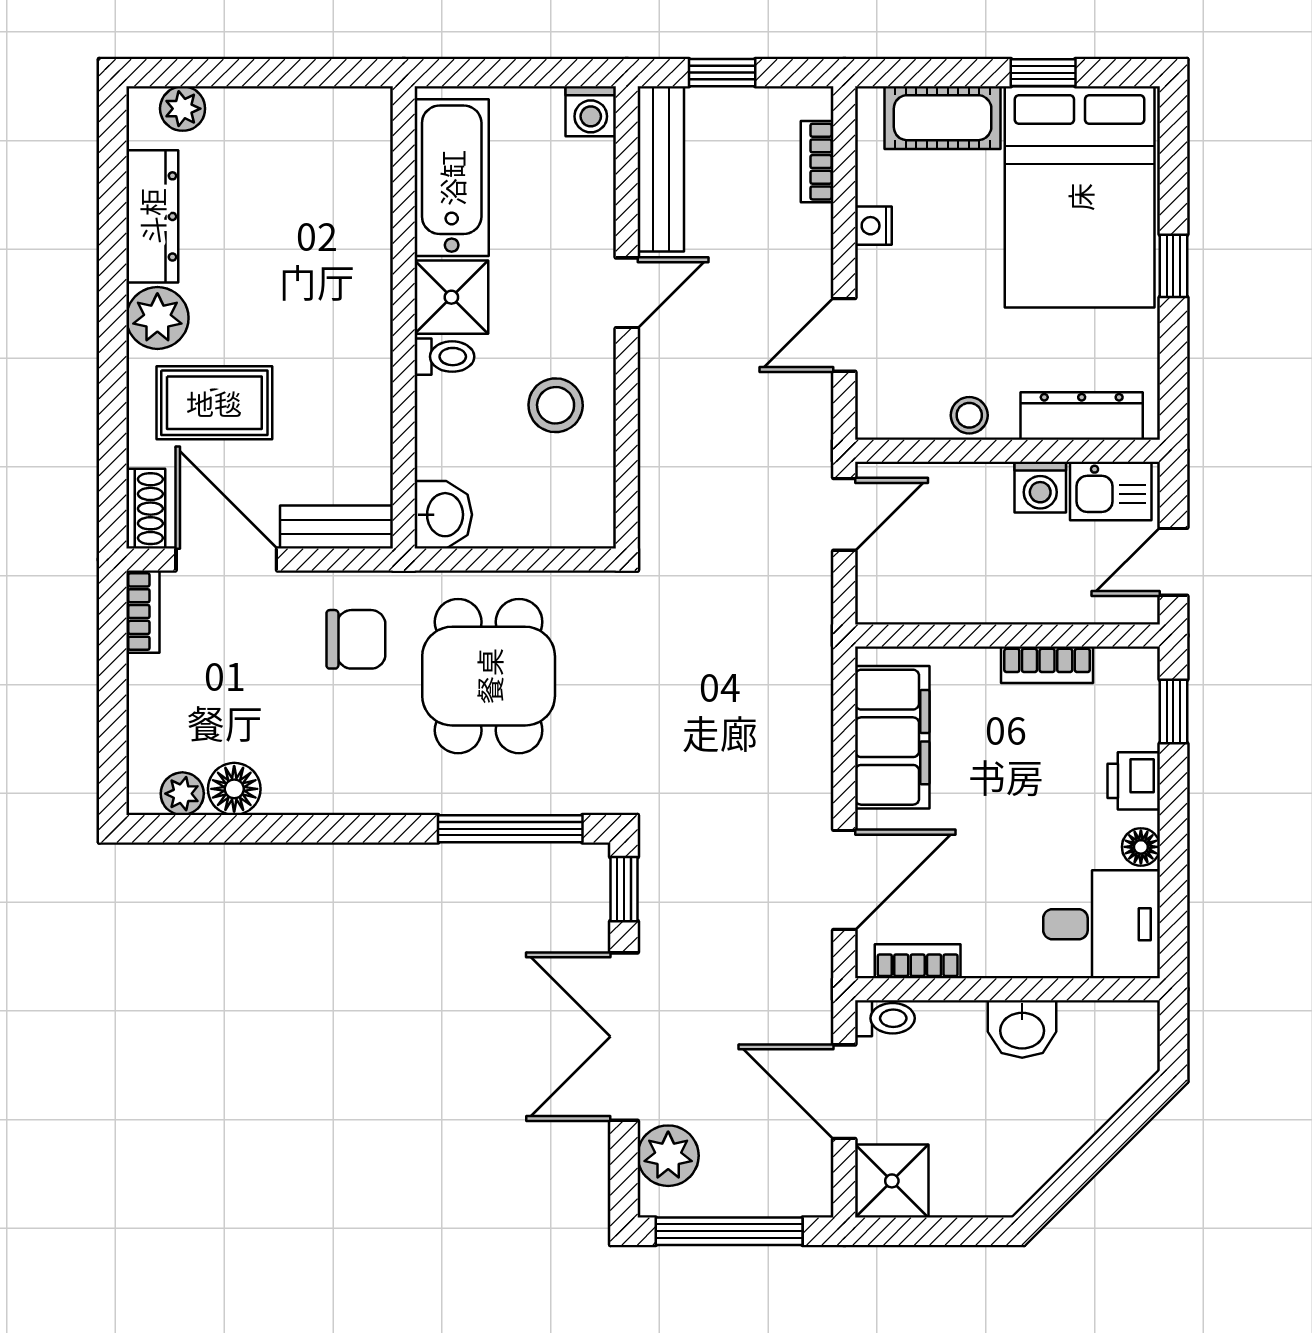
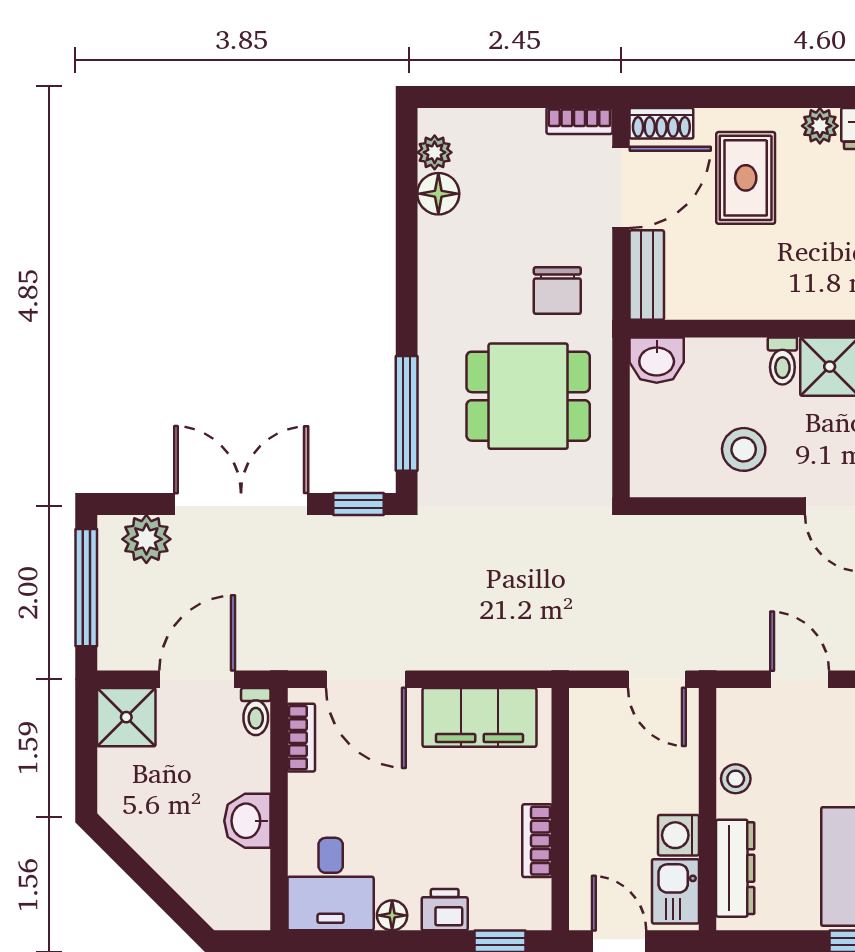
plant: (157, 318) -> (820, 126), width x0.73, depth x0.73

